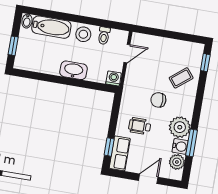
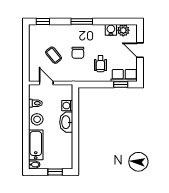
washing machine: (114, 78) -> (67, 106), moved
coffee table: (181, 78) -> (54, 55), moved
plant: (180, 127) -> (96, 33), removed
window: (192, 143) -> (82, 21), moved

